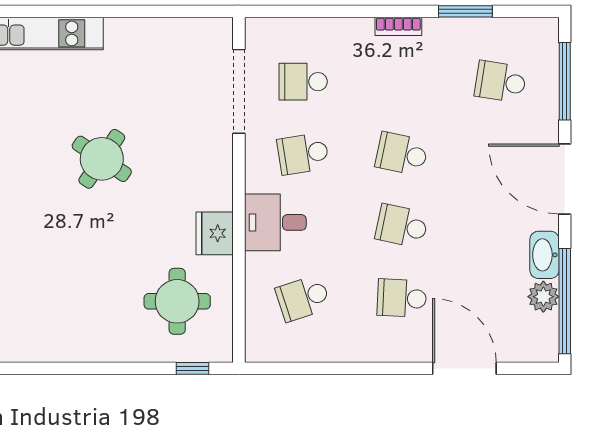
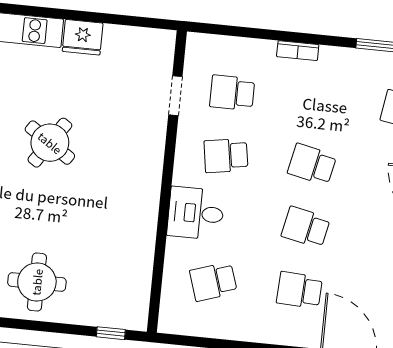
bookcase: (398, 26) -> (298, 51), moved
doorway: (239, 91) -> (175, 96), width x0.53
fridge: (215, 233) -> (83, 37), moved, turned -90
round table: (177, 301) -> (37, 282), moved

